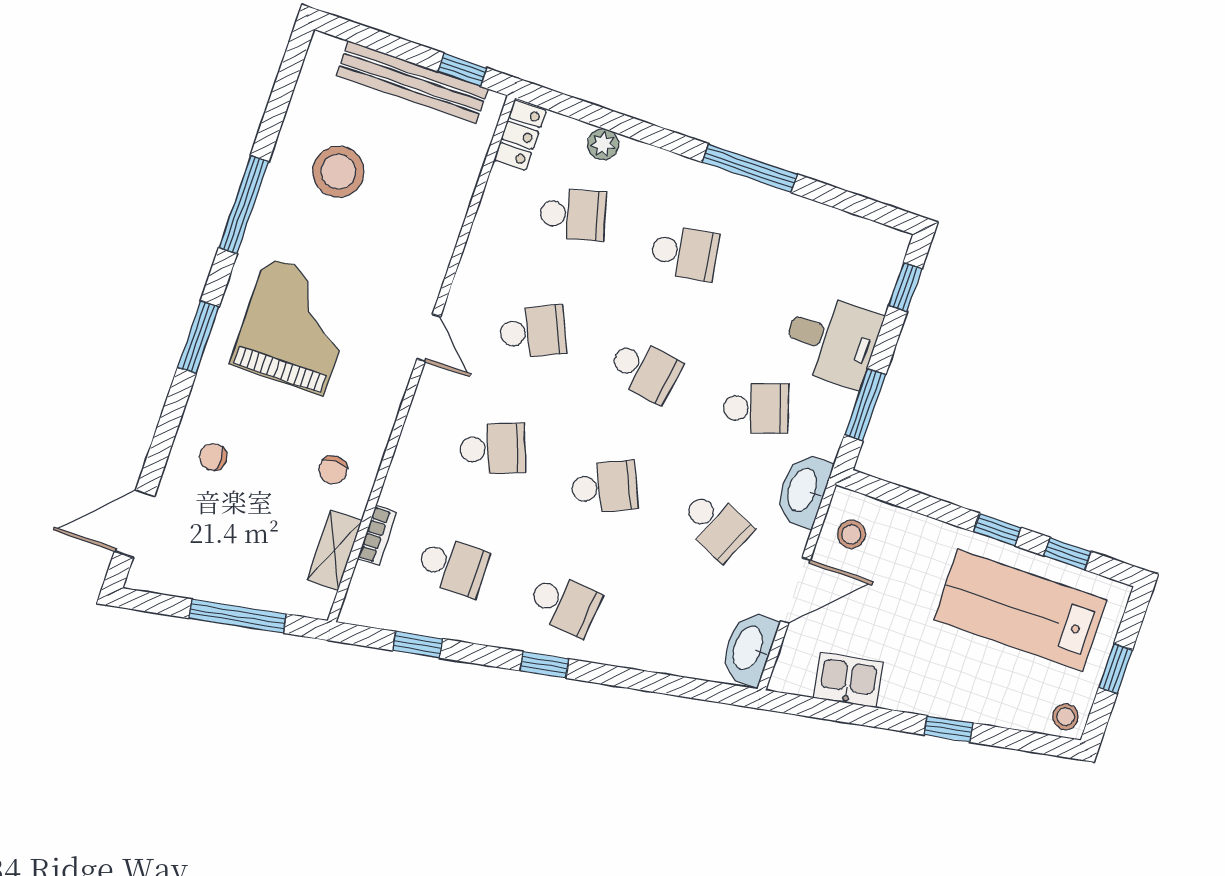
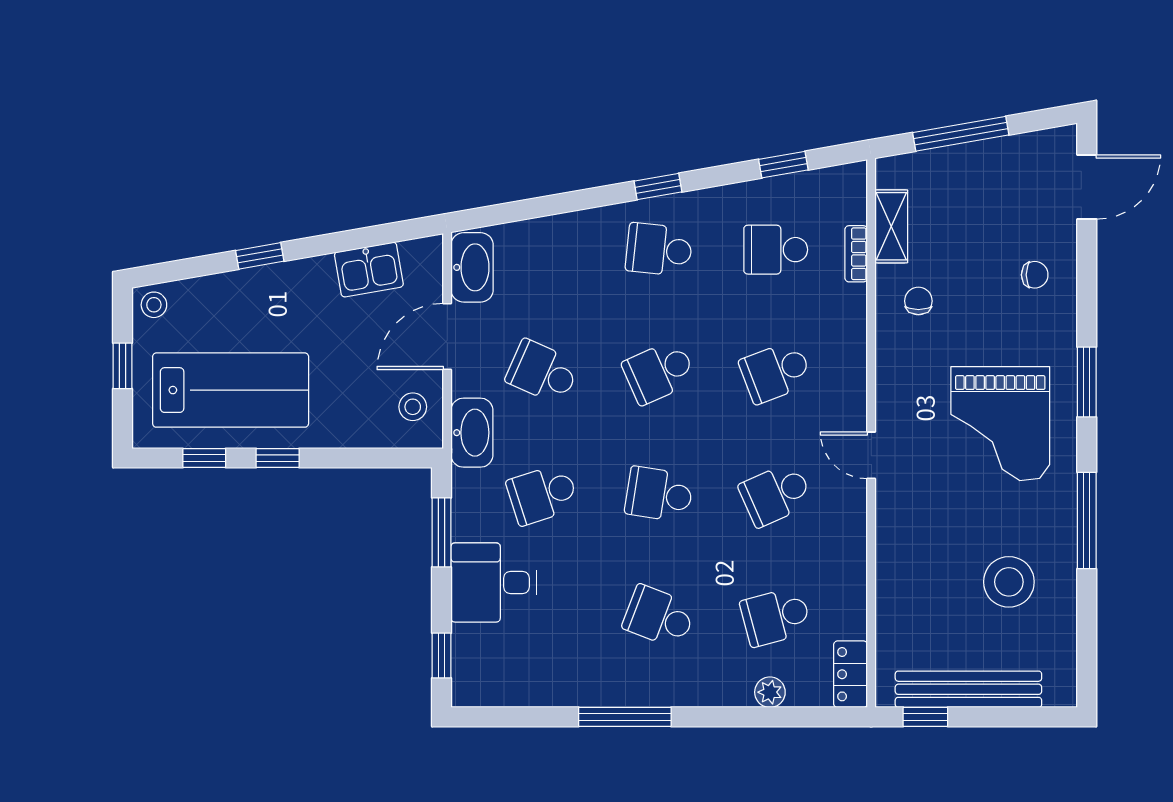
school desk: (684, 253) -> (659, 617), turned 30

